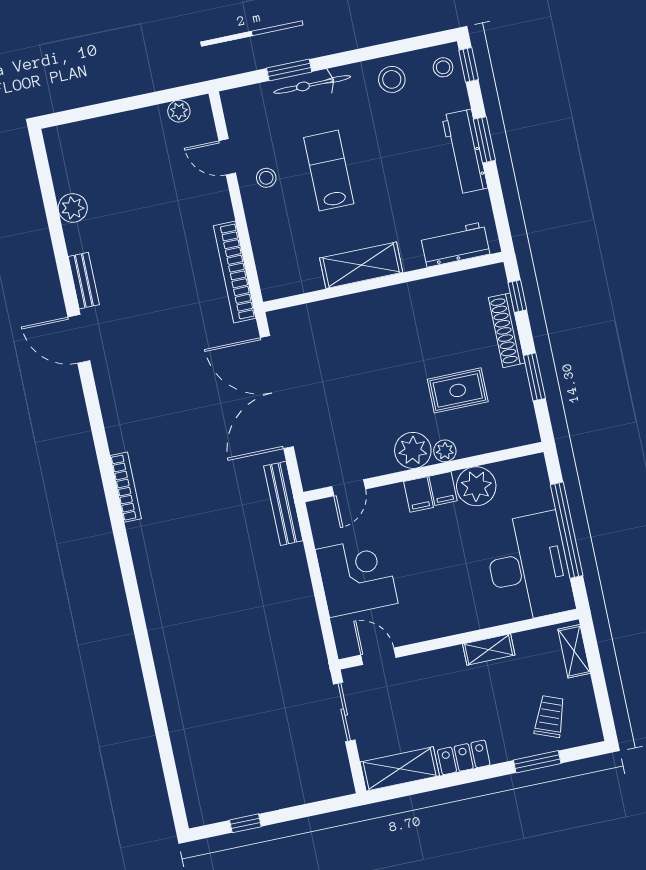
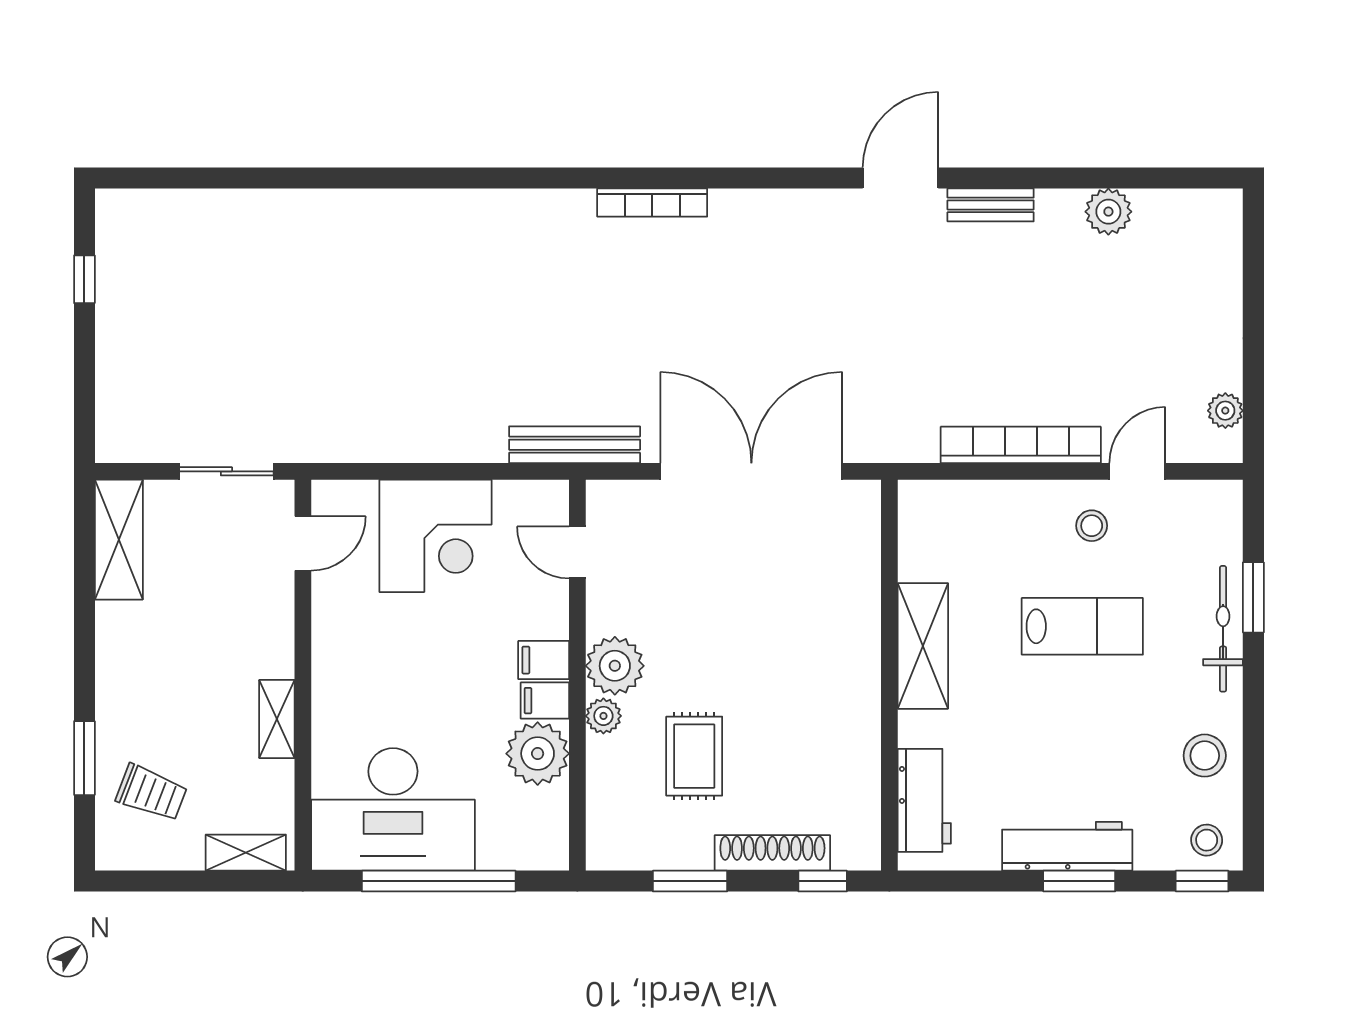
bookcase: (235, 272) -> (1021, 445), moved
locker: (464, 757) -> (116, 644), removed

